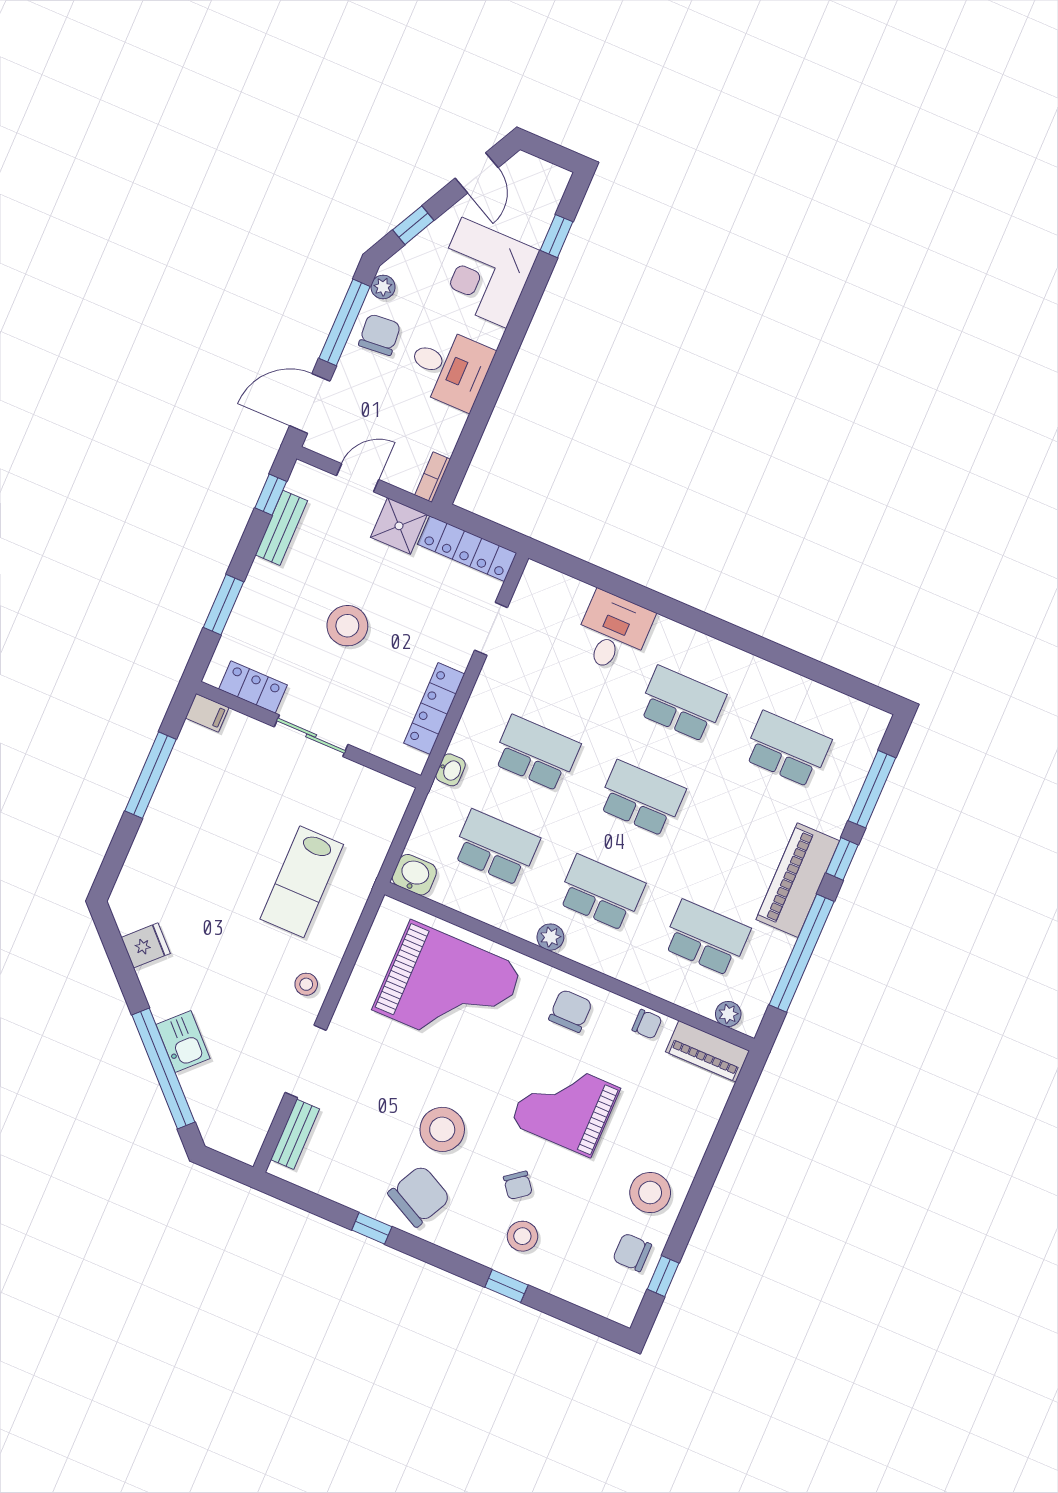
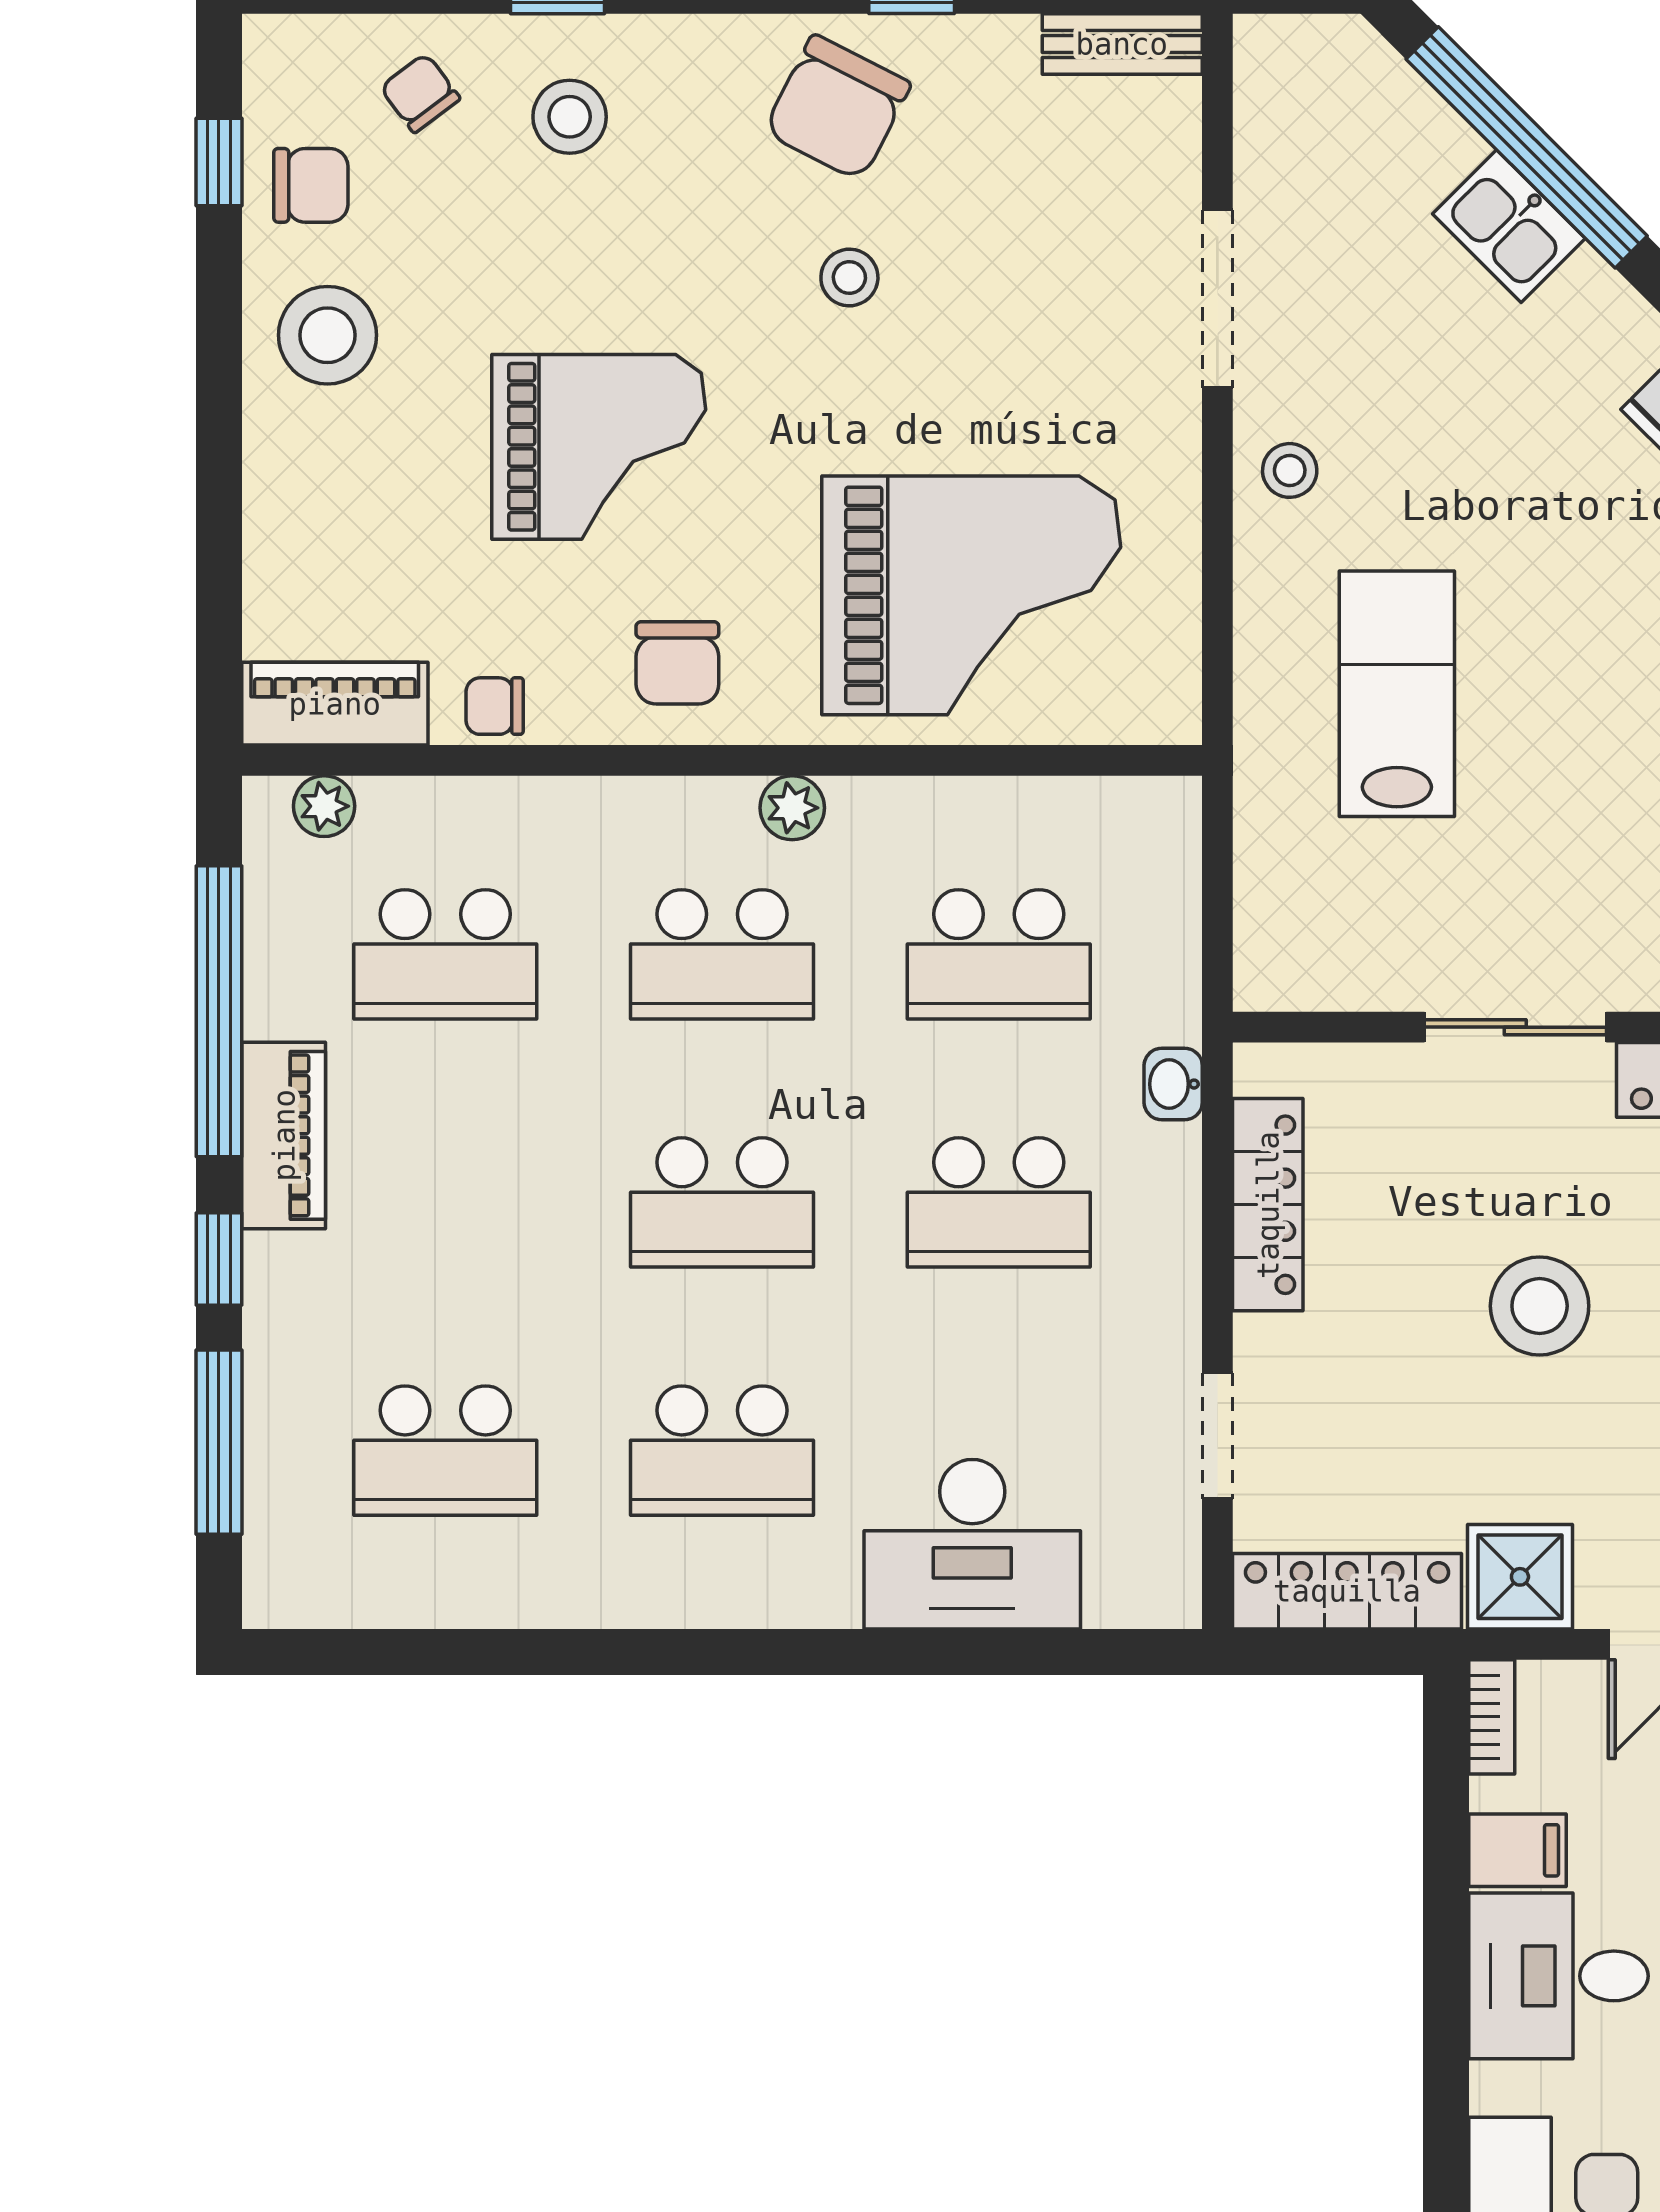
filing cabinet: (445, 422) -> (1517, 1850), added
desk: (613, 632) -> (972, 1544), width x1.37
washbasin: (414, 875) -> (1154, 817), removed
piano: (798, 880) -> (284, 1135), width x0.73, depth x0.75
grand piano: (448, 989) -> (971, 595), turned 180
stool: (442, 1129) -> (849, 278), width x0.53, depth x0.53
bench: (295, 1134) -> (1122, 44), moved, turned 90
chair: (518, 1185) -> (420, 93), moved

